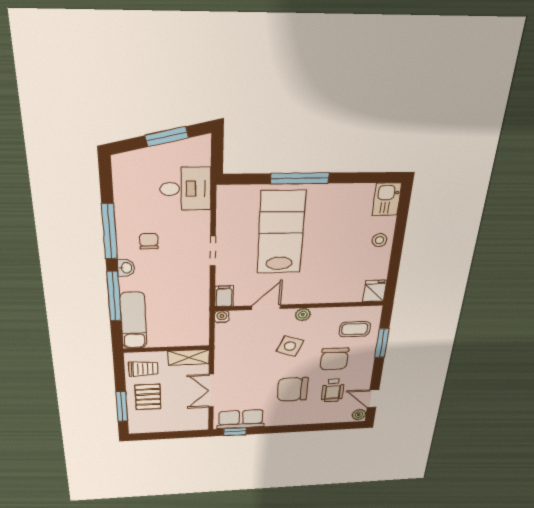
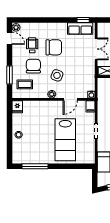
window: (300, 178) -> (35, 166), moved
kitchen sink: (387, 199) -> (18, 156), removed

